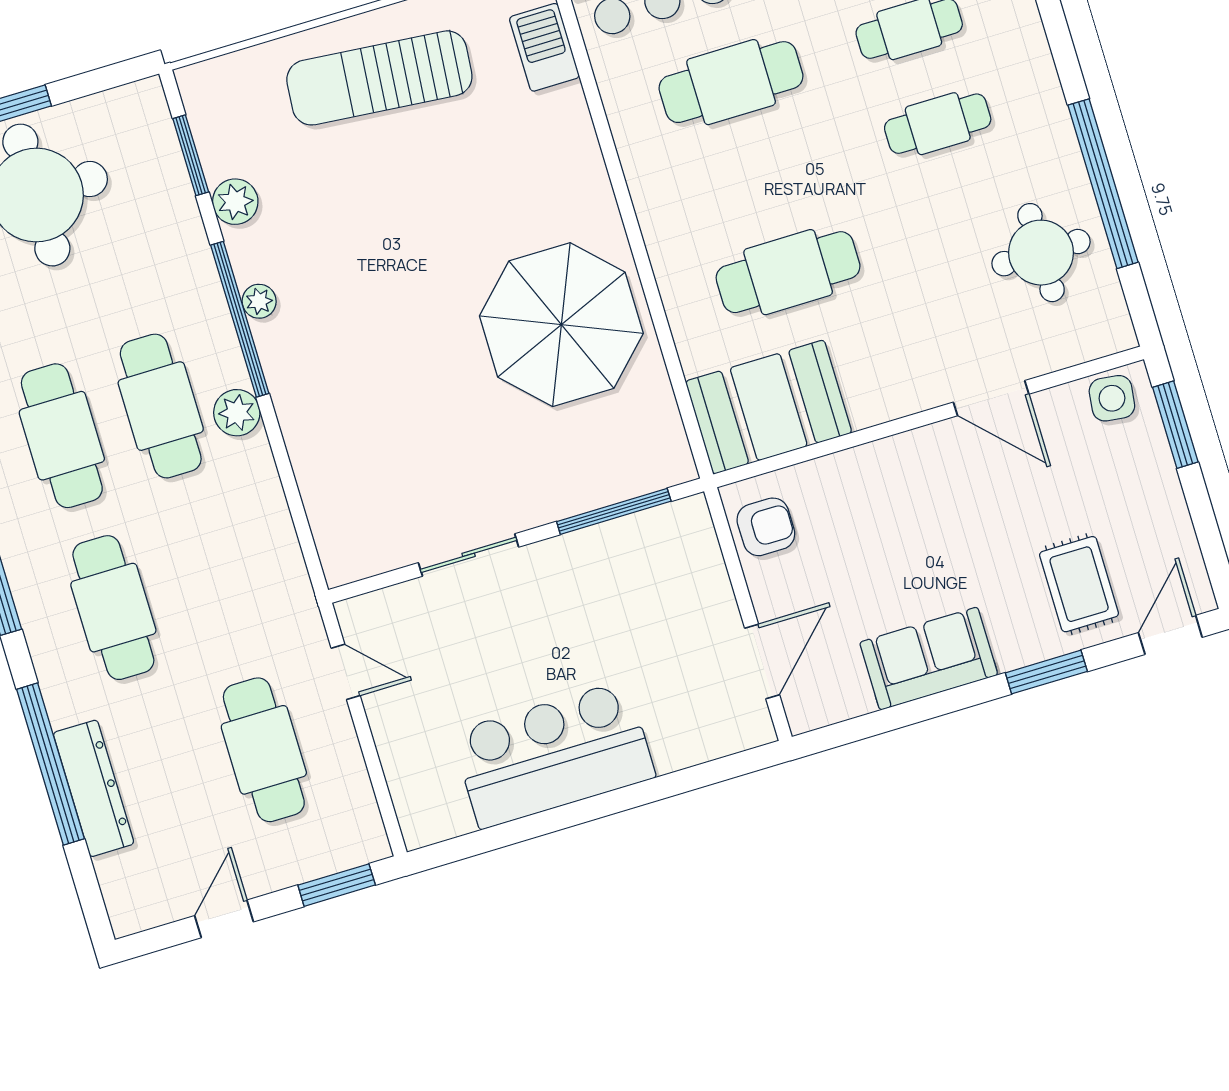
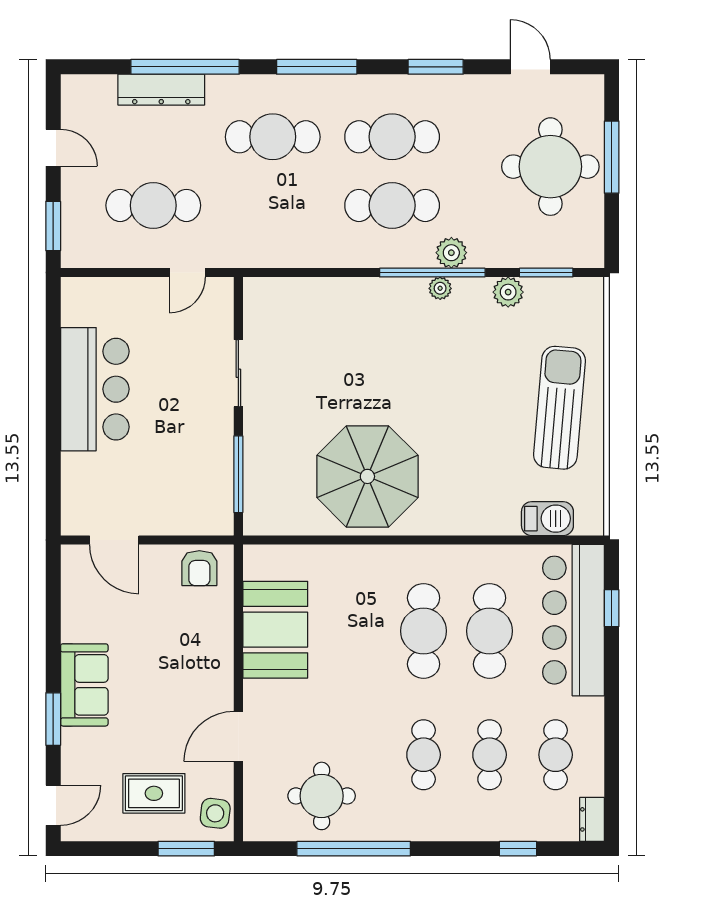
cafe table: (788, 272) -> (424, 631), moved
booth: (769, 407) -> (275, 630), moved
plant: (237, 413) -> (451, 253), moved
rug: (1079, 584) -> (154, 793), moved
door: (1170, 635) -> (53, 805), hinge flipped
sofa: (929, 659) -> (84, 685), moved

